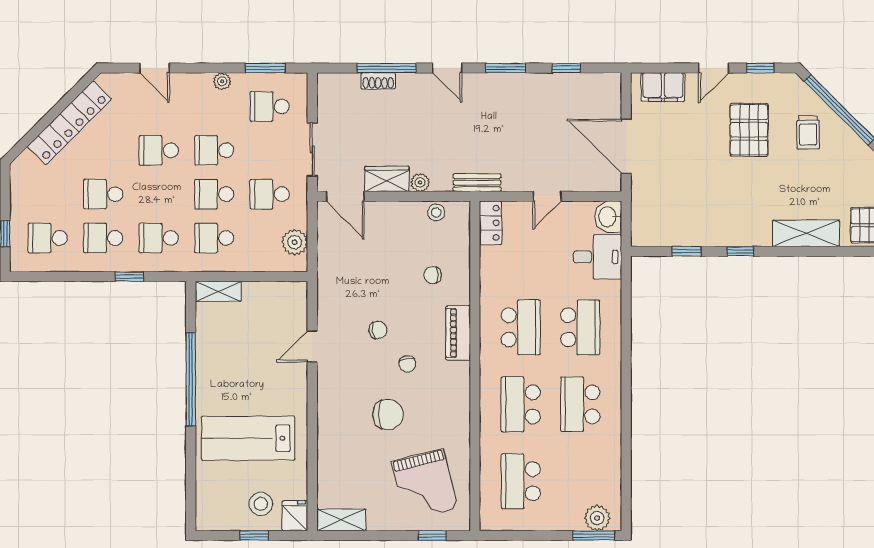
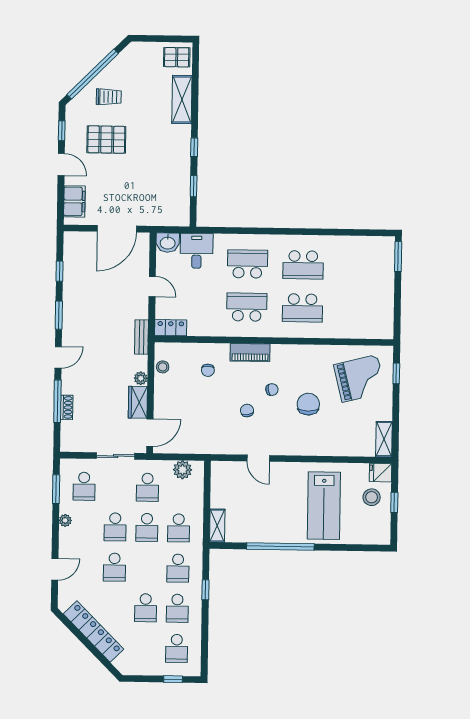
school desk: (521, 481) -> (358, 309), removed
plant: (597, 518) -> (386, 254), removed

